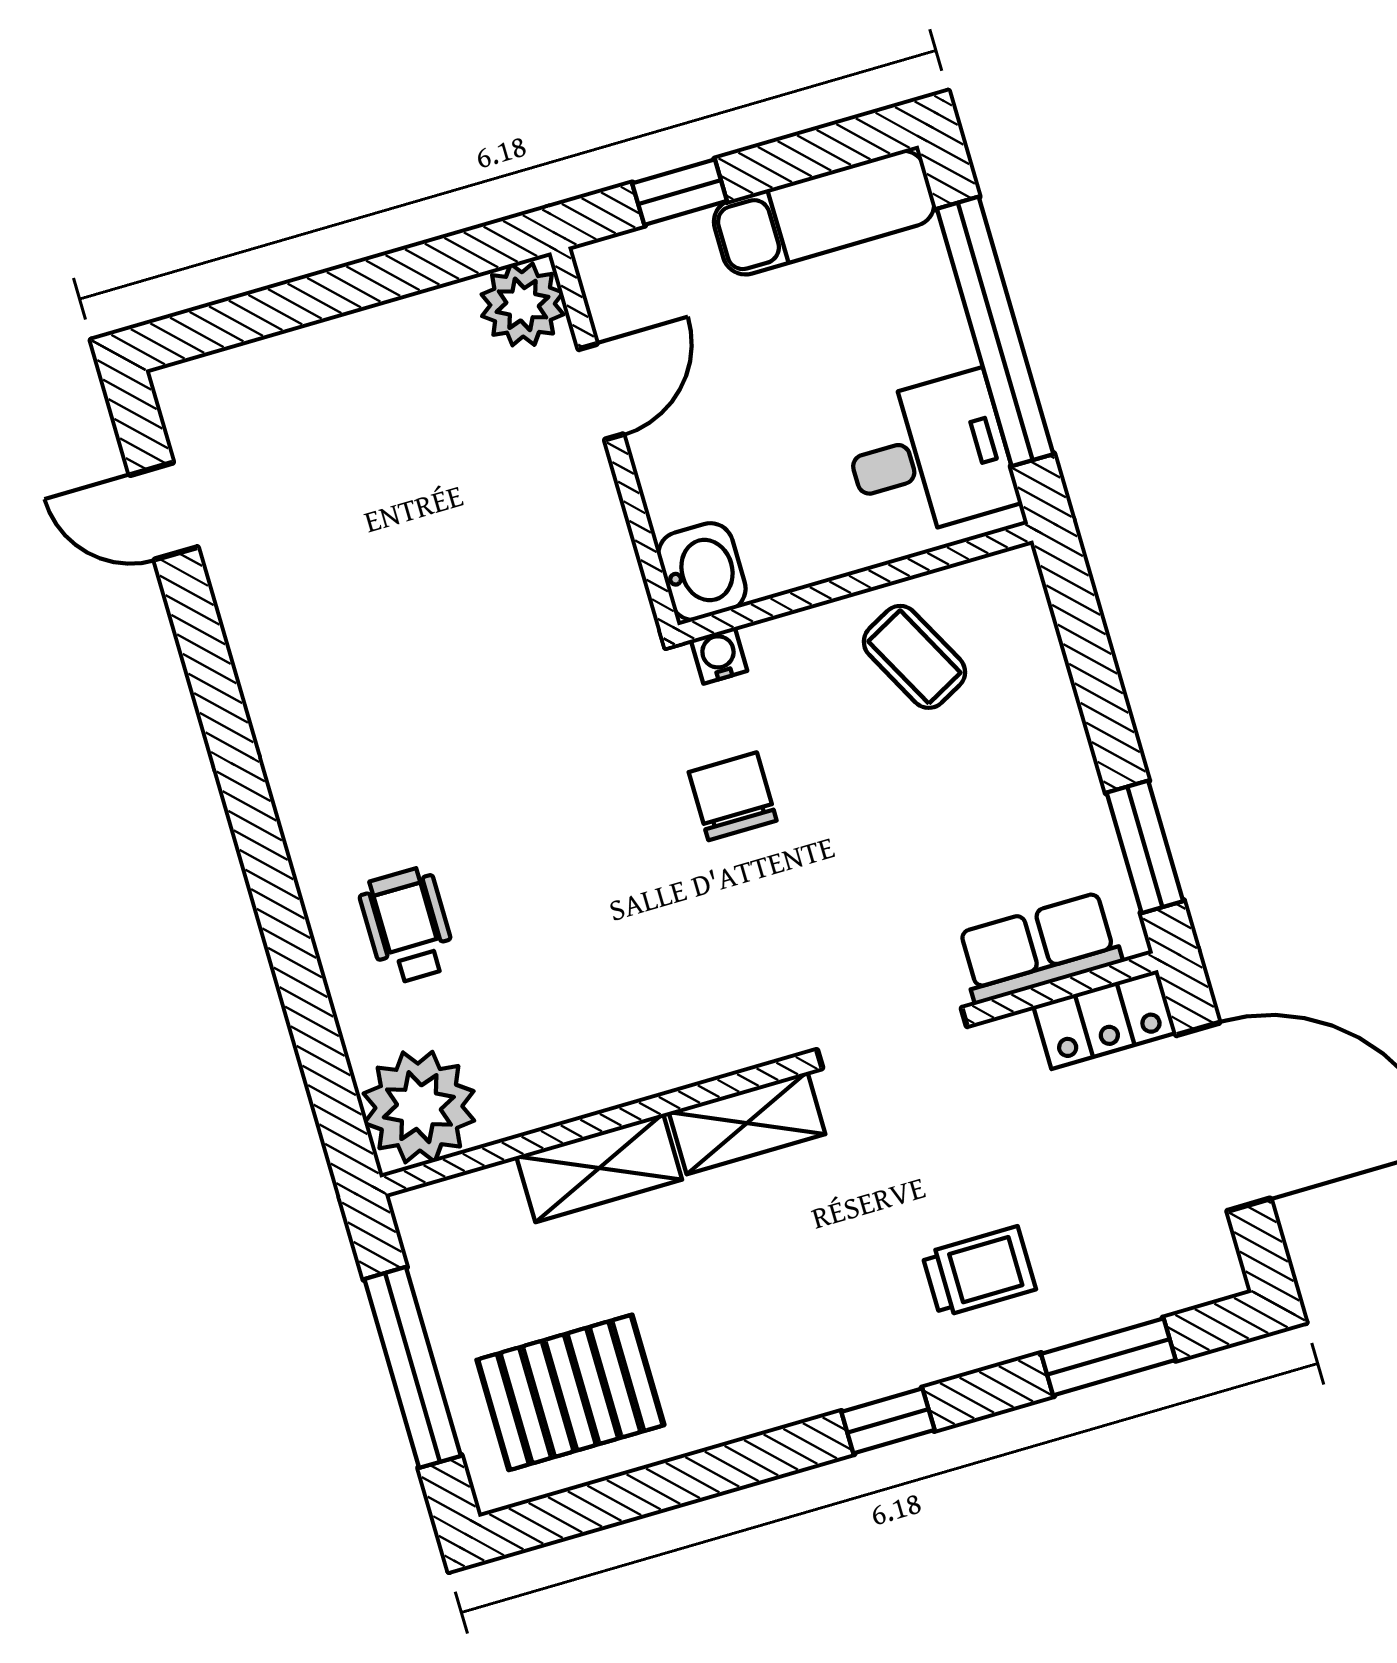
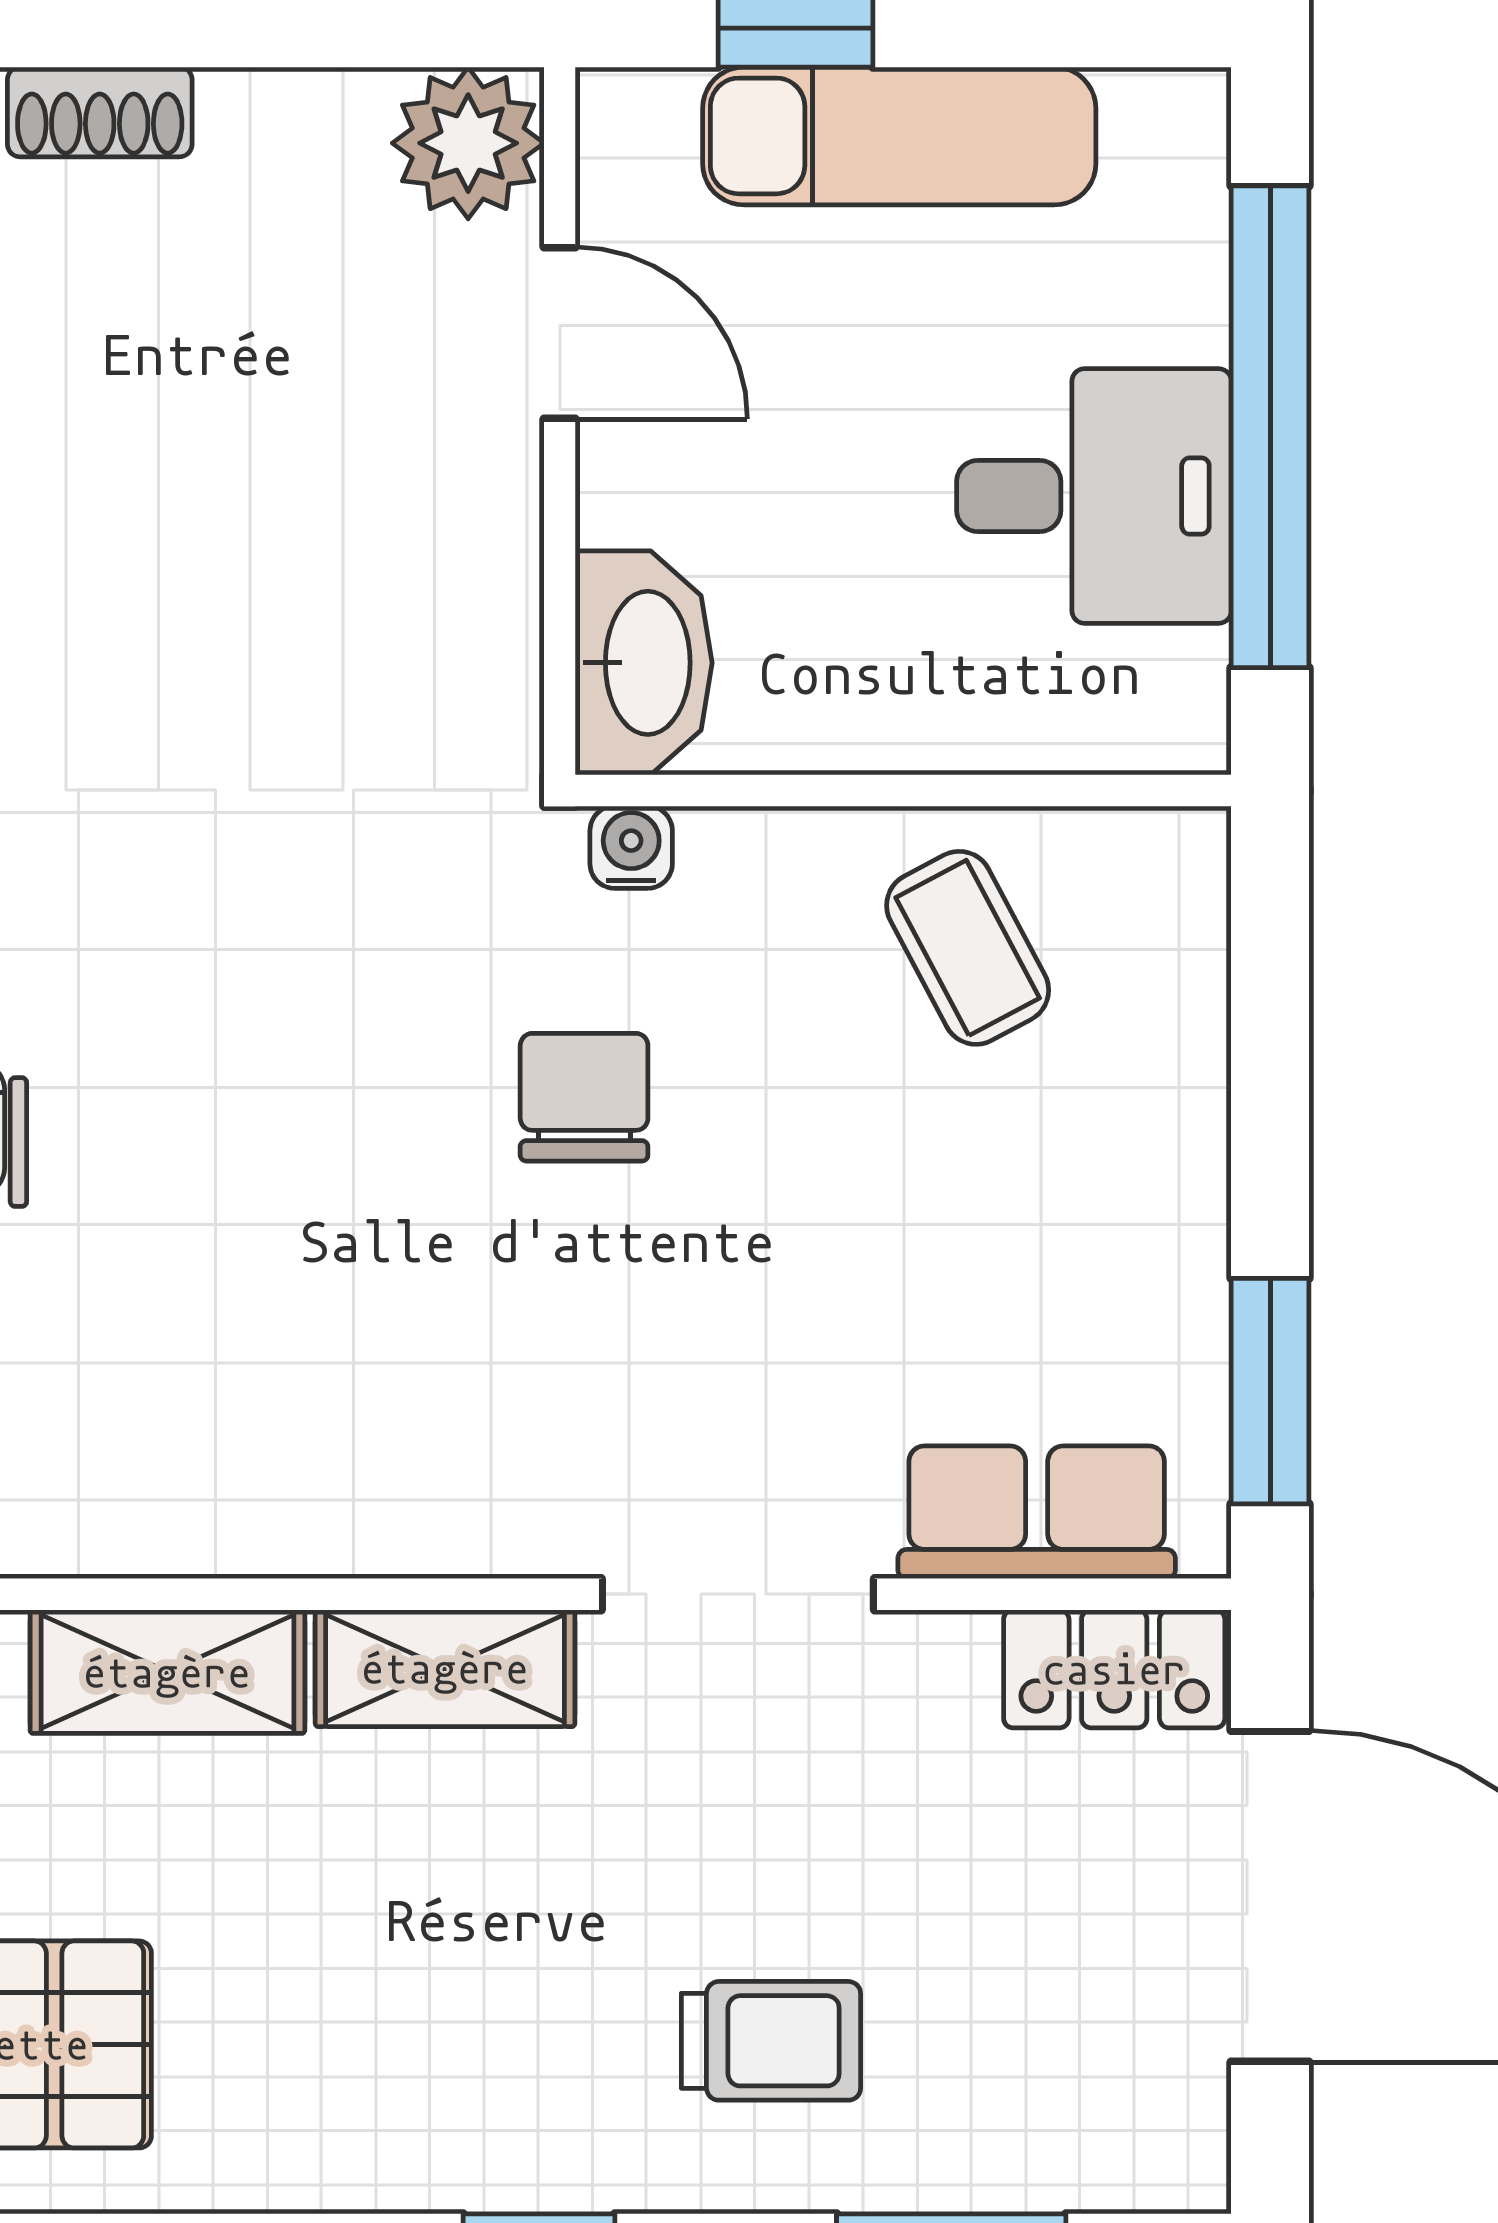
exam couch: (824, 213) -> (899, 136), moved
shoe rack: (321, 345) -> (100, 112), added
door: (601, 392) -> (560, 333), hinge flipped
desk: (929, 456) -> (1094, 496), moved
washbasin: (702, 572) -> (644, 663), width x1.38

